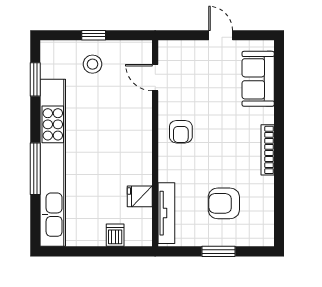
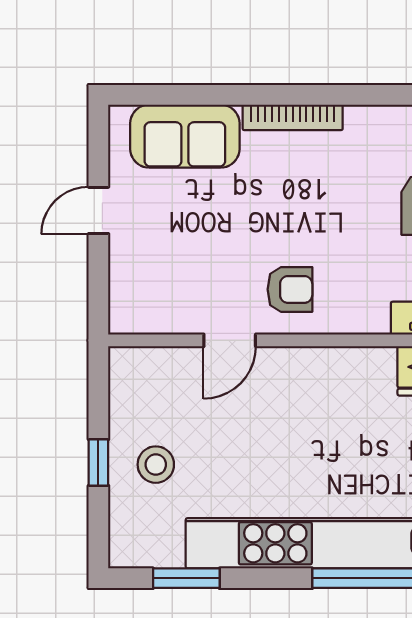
door: (155, 78) -> (230, 340), moved
bookcase: (268, 150) -> (293, 117), moved

